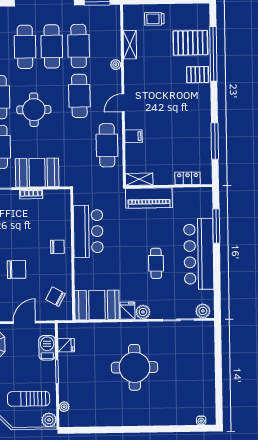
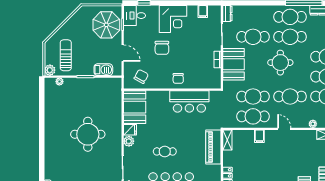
cafe table: (80, 146) -> (253, 97), added
fridge: (66, 345) -> (105, 84), removed

